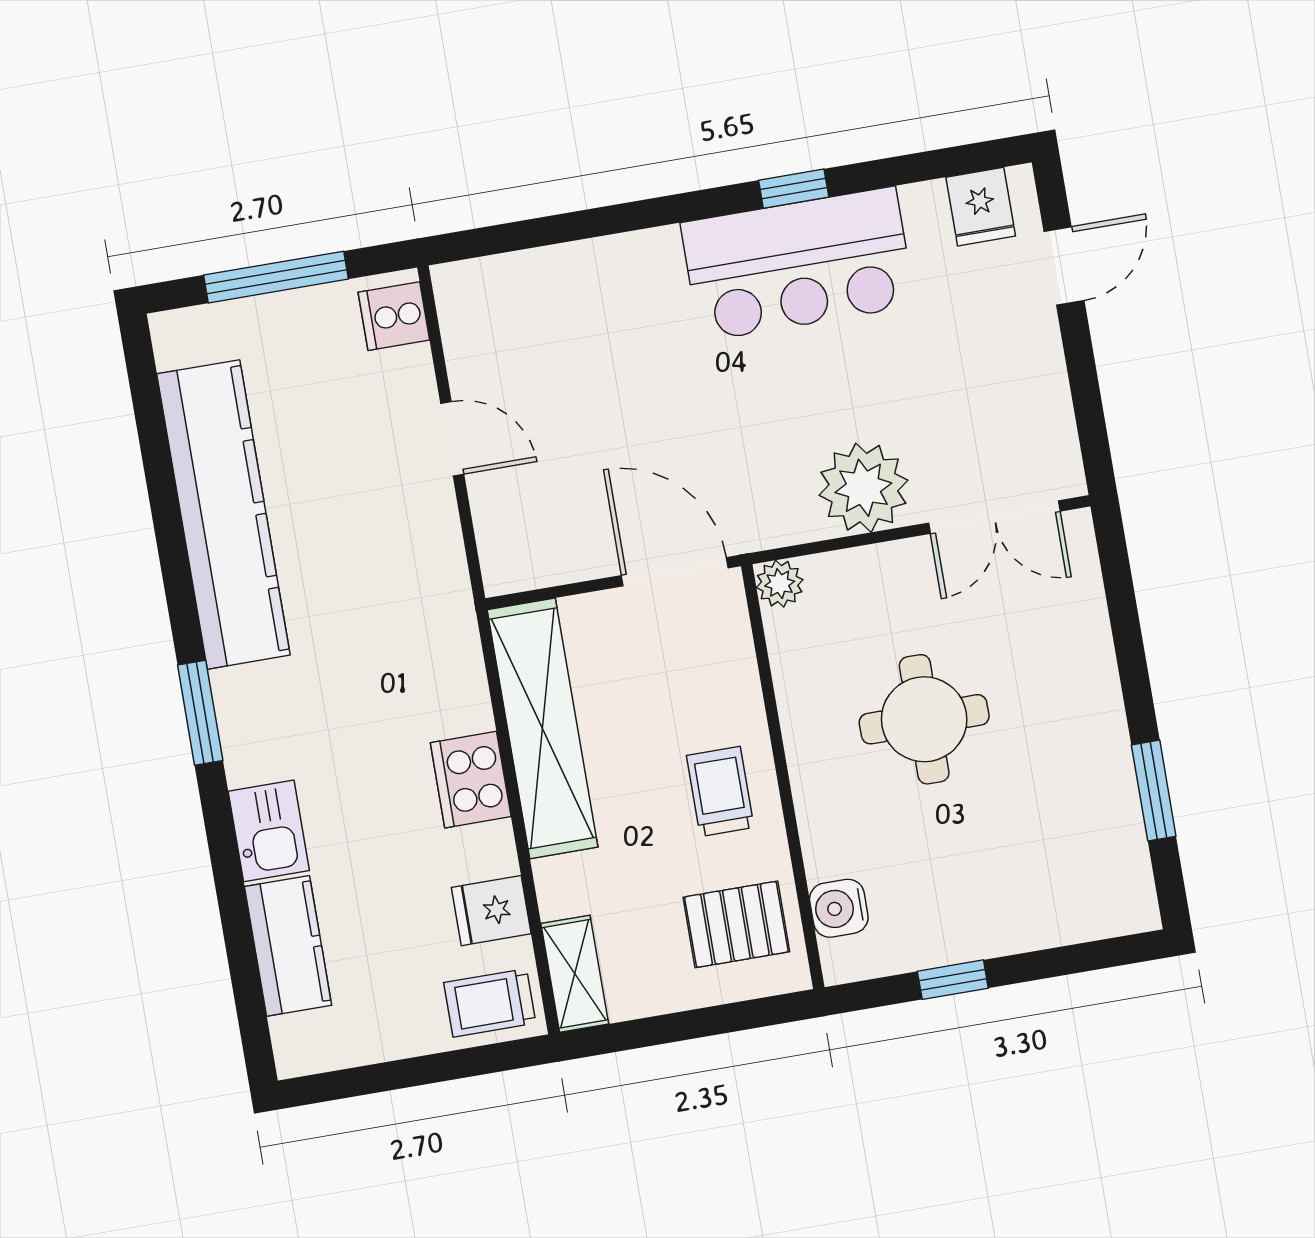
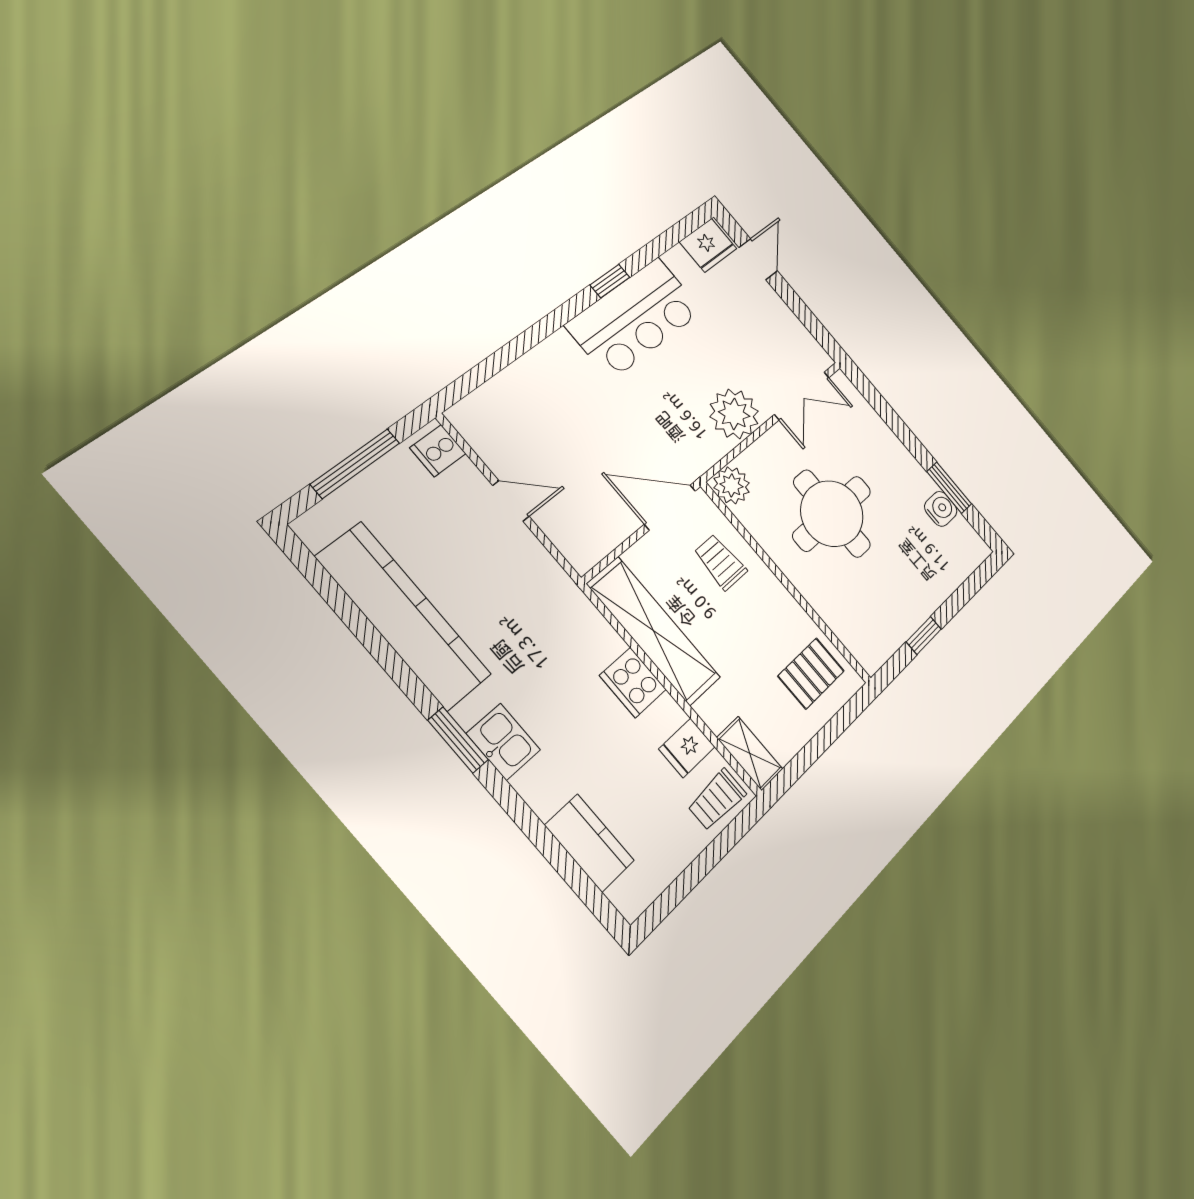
fridge: (981, 207) -> (708, 245), width x1.38
plant: (780, 584) -> (732, 485), width x1.38, depth x1.38
round table: (924, 719) -> (832, 514), width x1.36, depth x1.36
trolley: (720, 791) -> (720, 562), moved
kitchen sink: (269, 831) -> (503, 742), moved
water cooler: (839, 908) -> (941, 509), moved, turned 180

